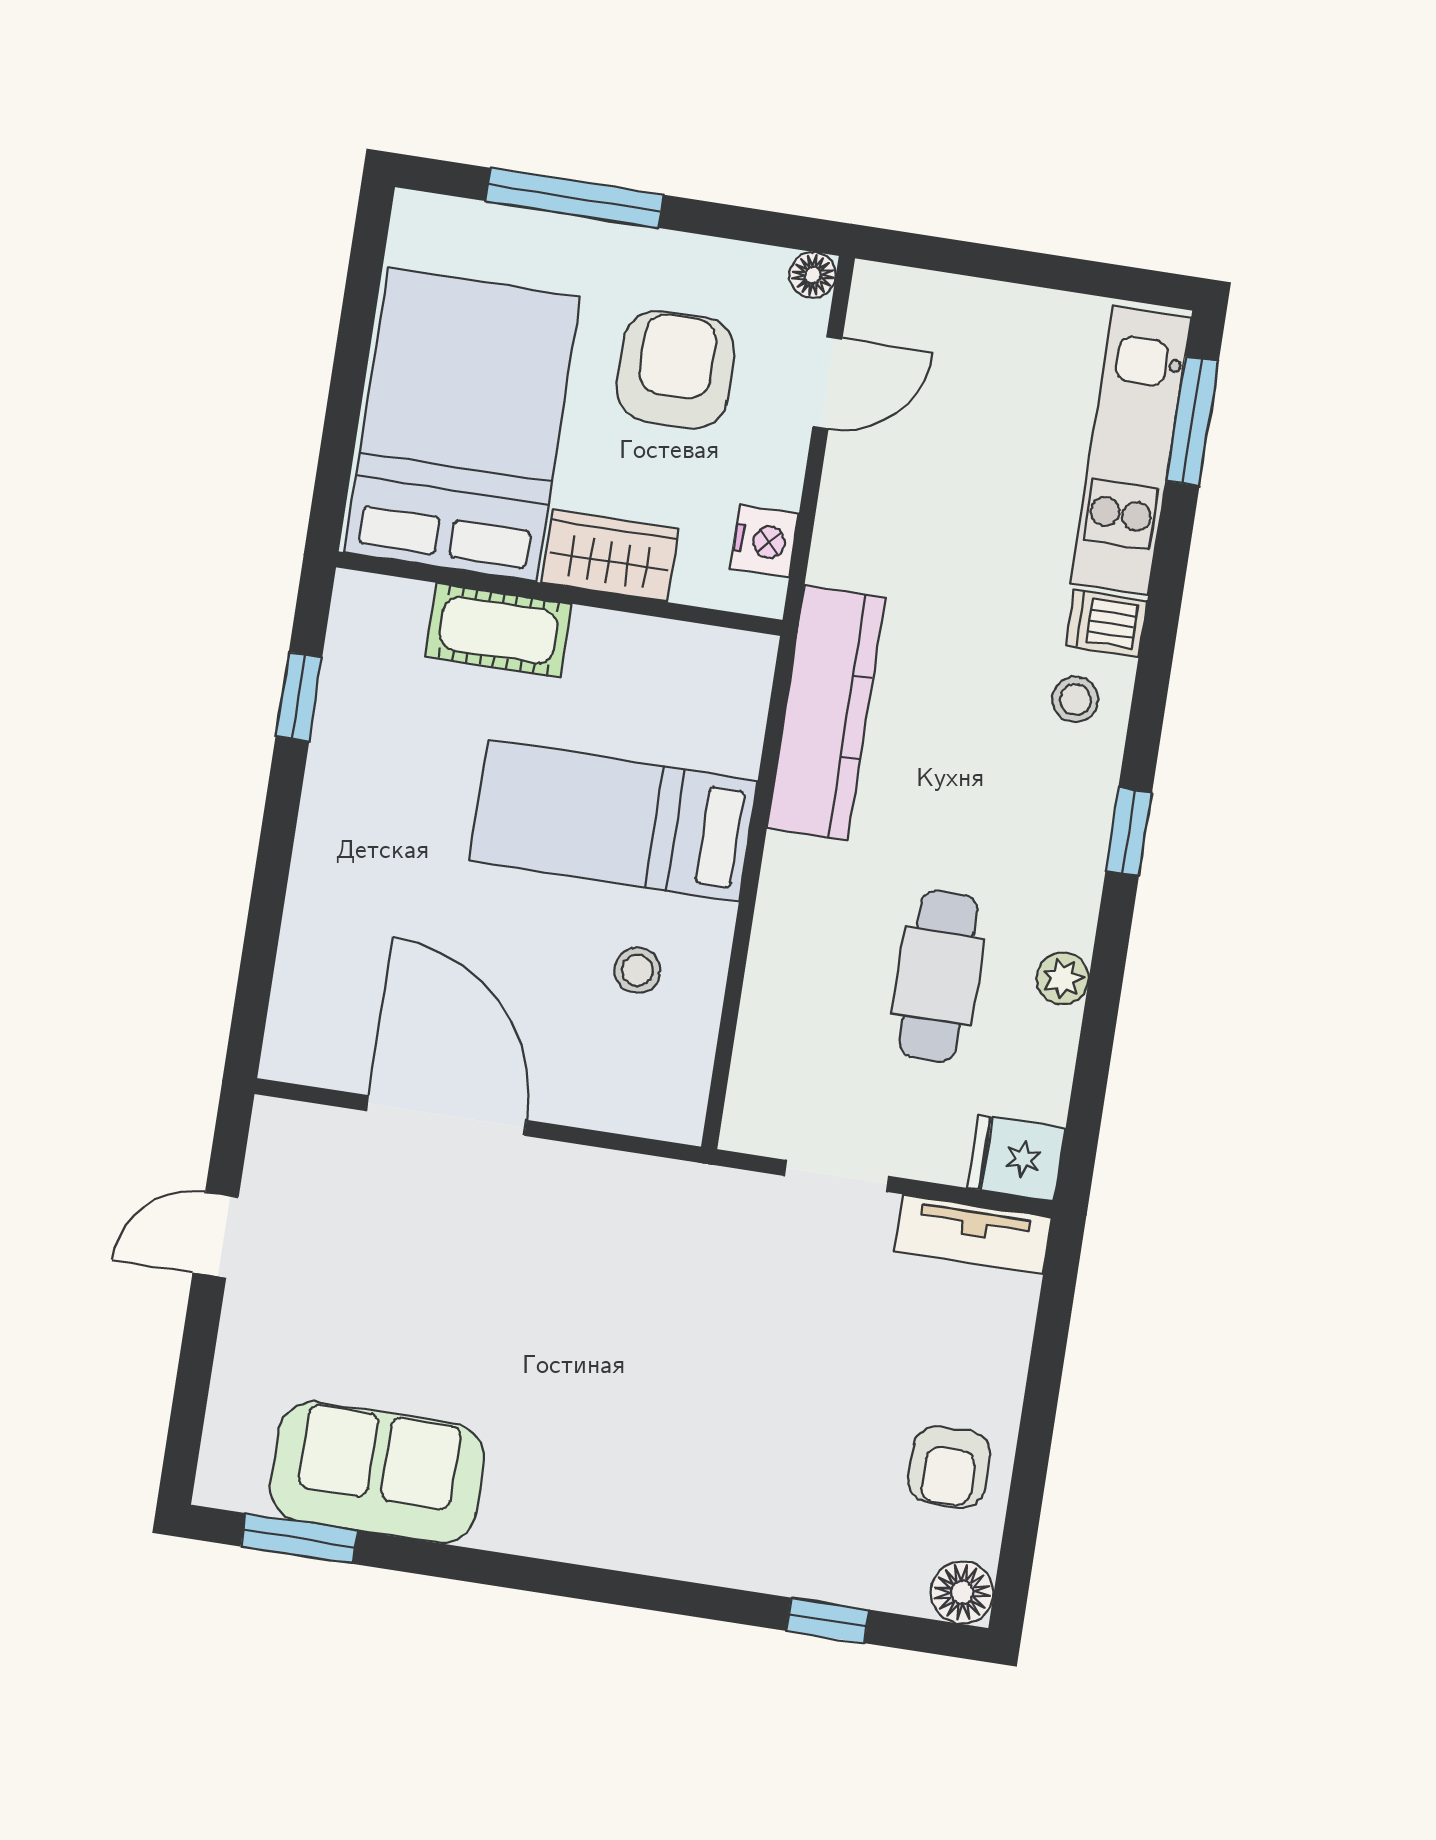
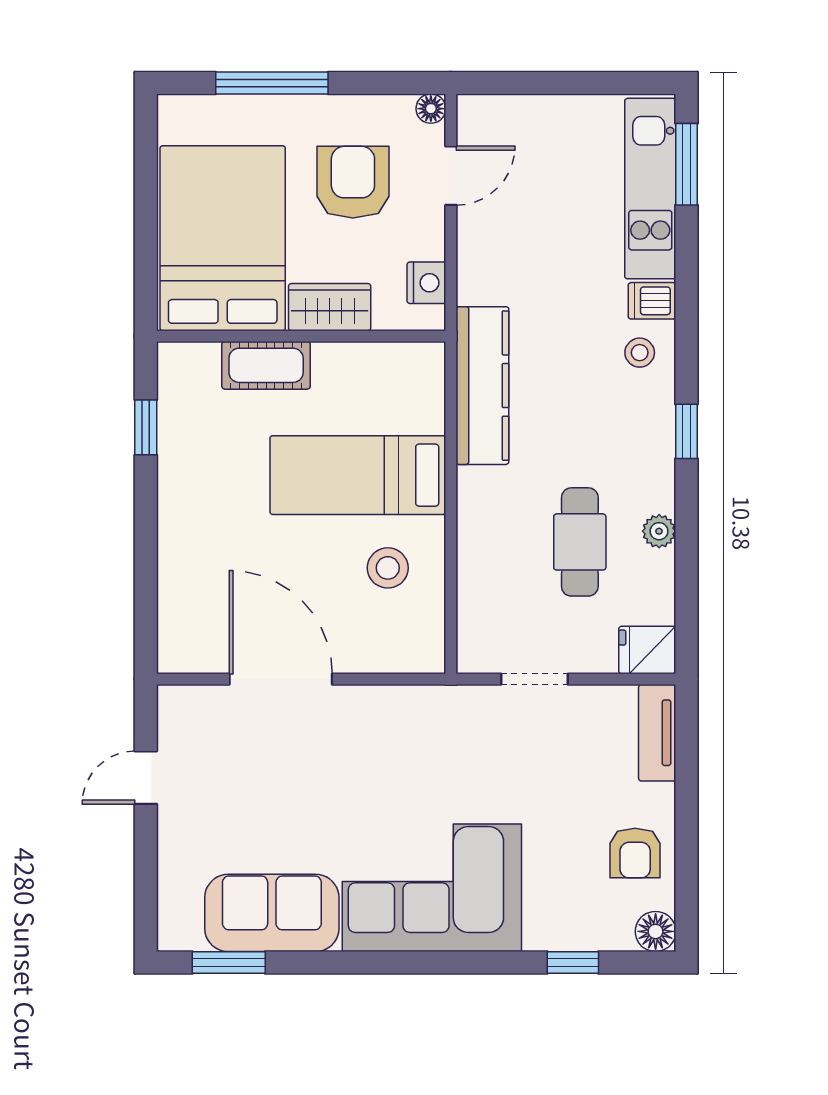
stool: (637, 970) -> (388, 568), width x1.37, depth x1.37
tv unit: (973, 1234) -> (657, 733), moved, turned 90
corner sofa: (629, 1472) -> (432, 888), added

